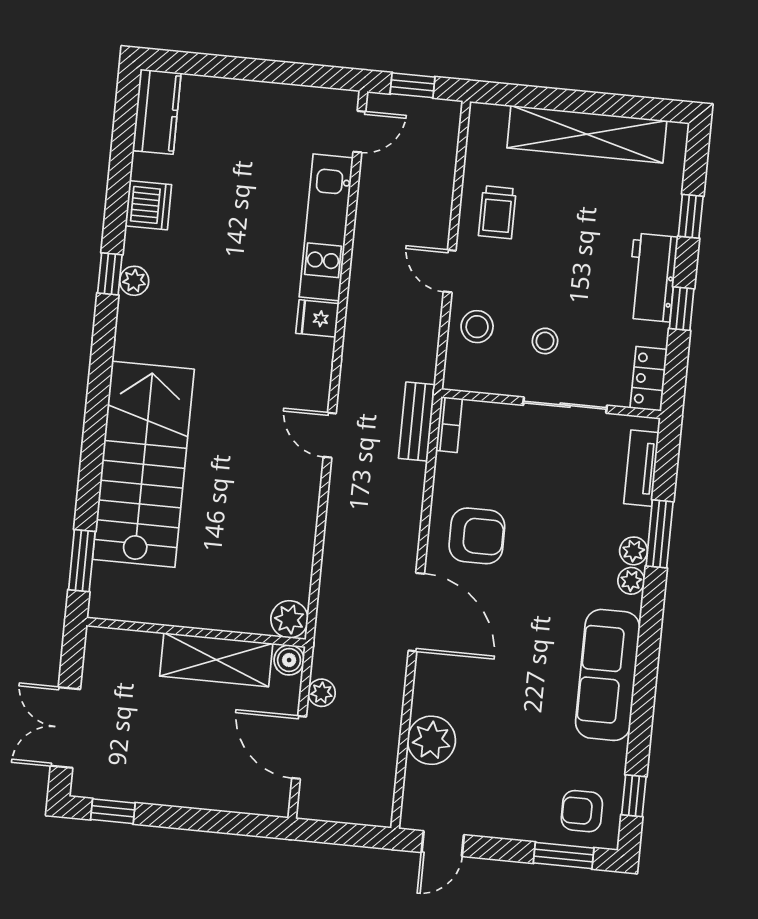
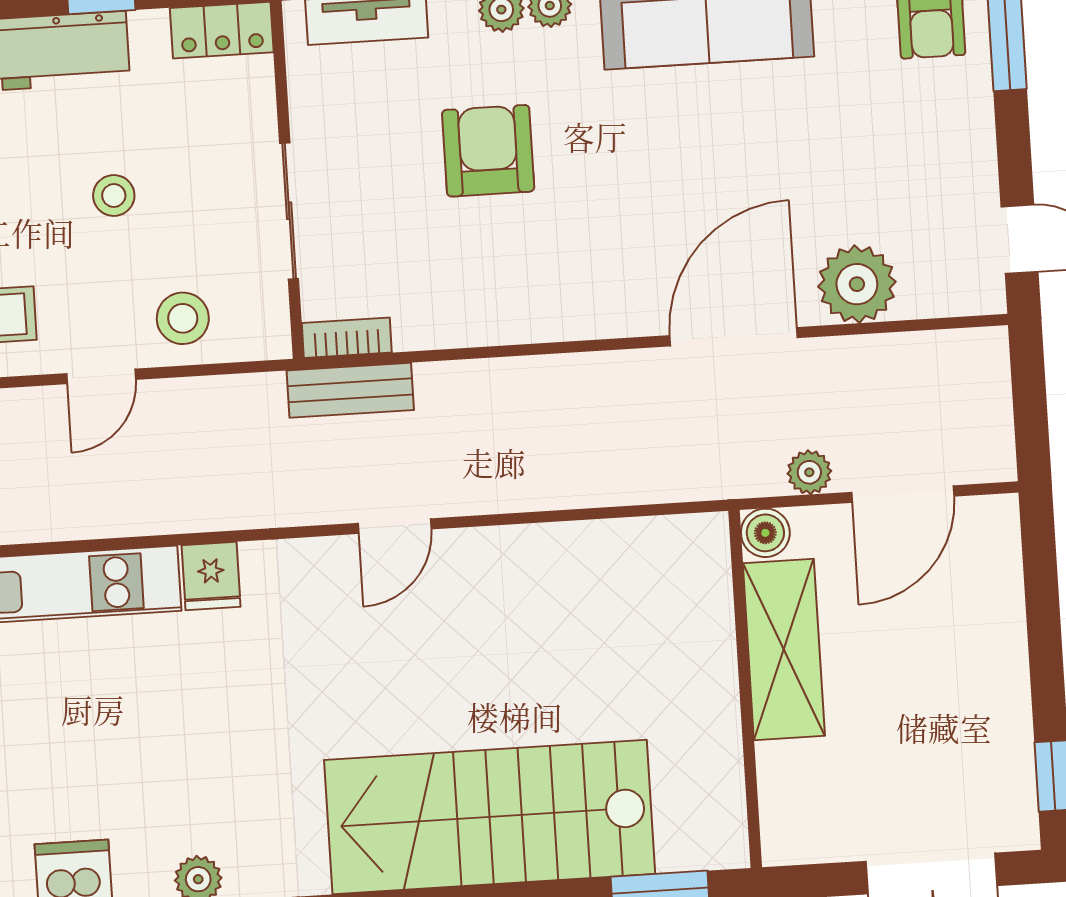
stool: (545, 341) -> (114, 195), moved
sliding door: (565, 405) -> (289, 211), moved
armchair: (477, 536) -> (488, 151), moved
door: (416, 612) -> (734, 337), moved
plant: (289, 619) -> (700, 543), removed

